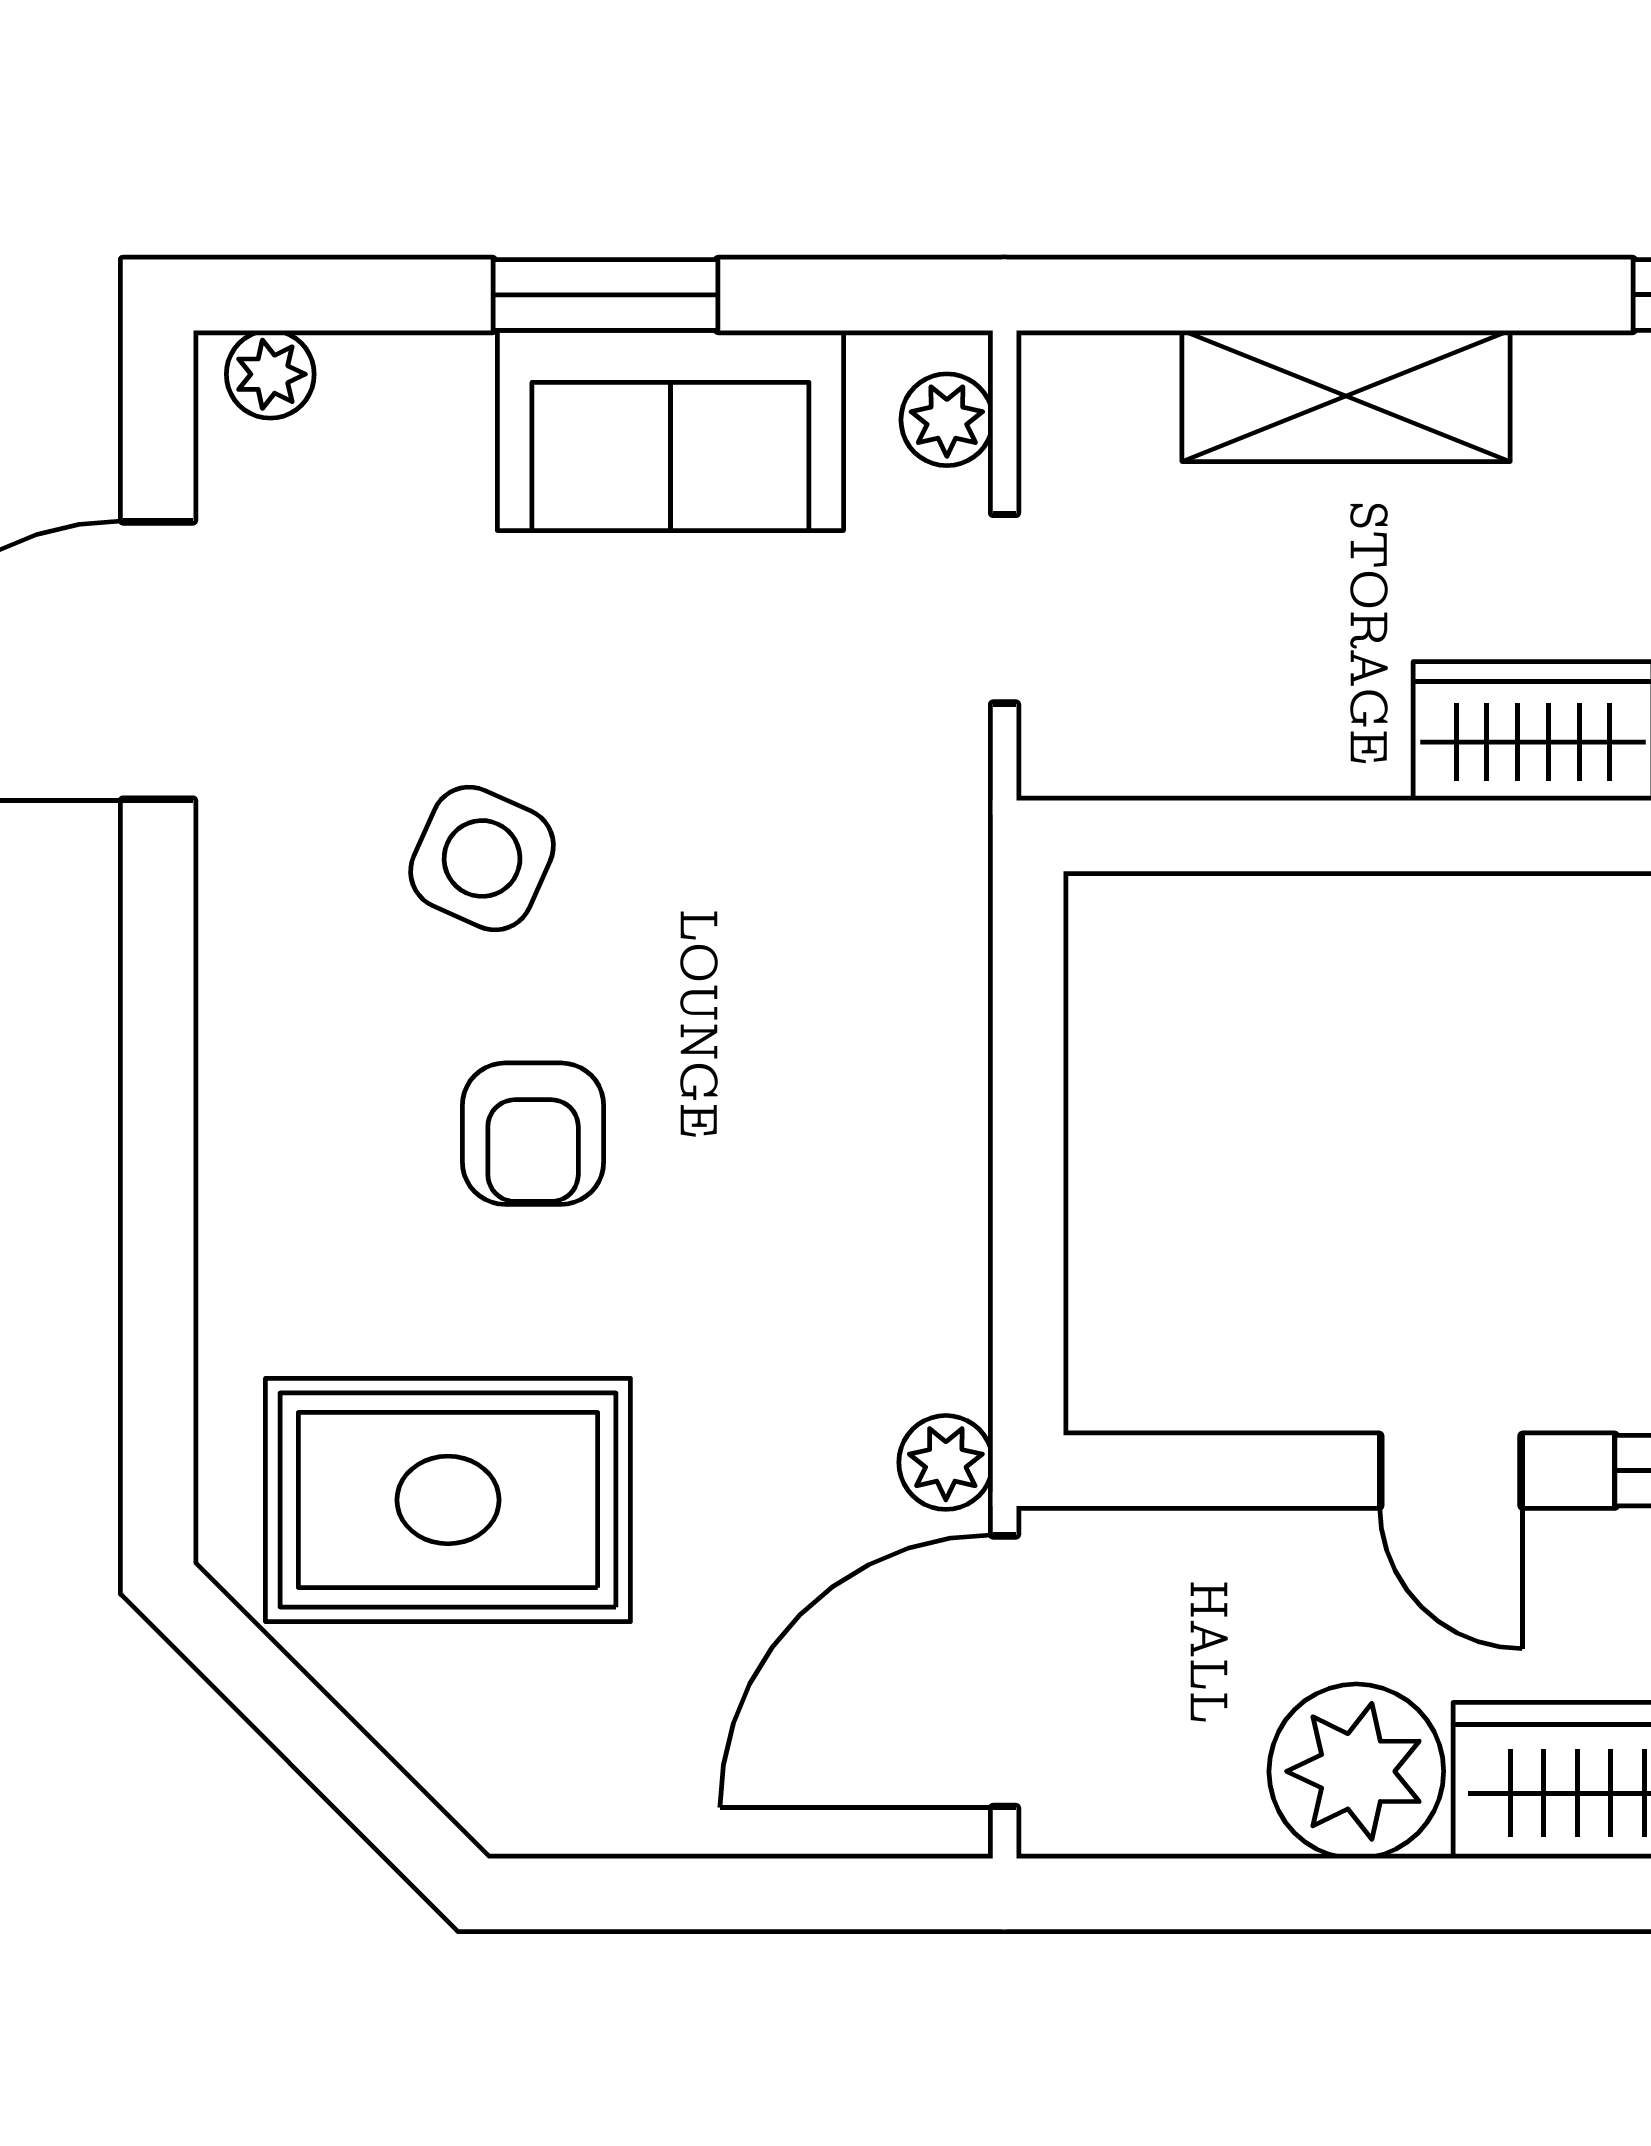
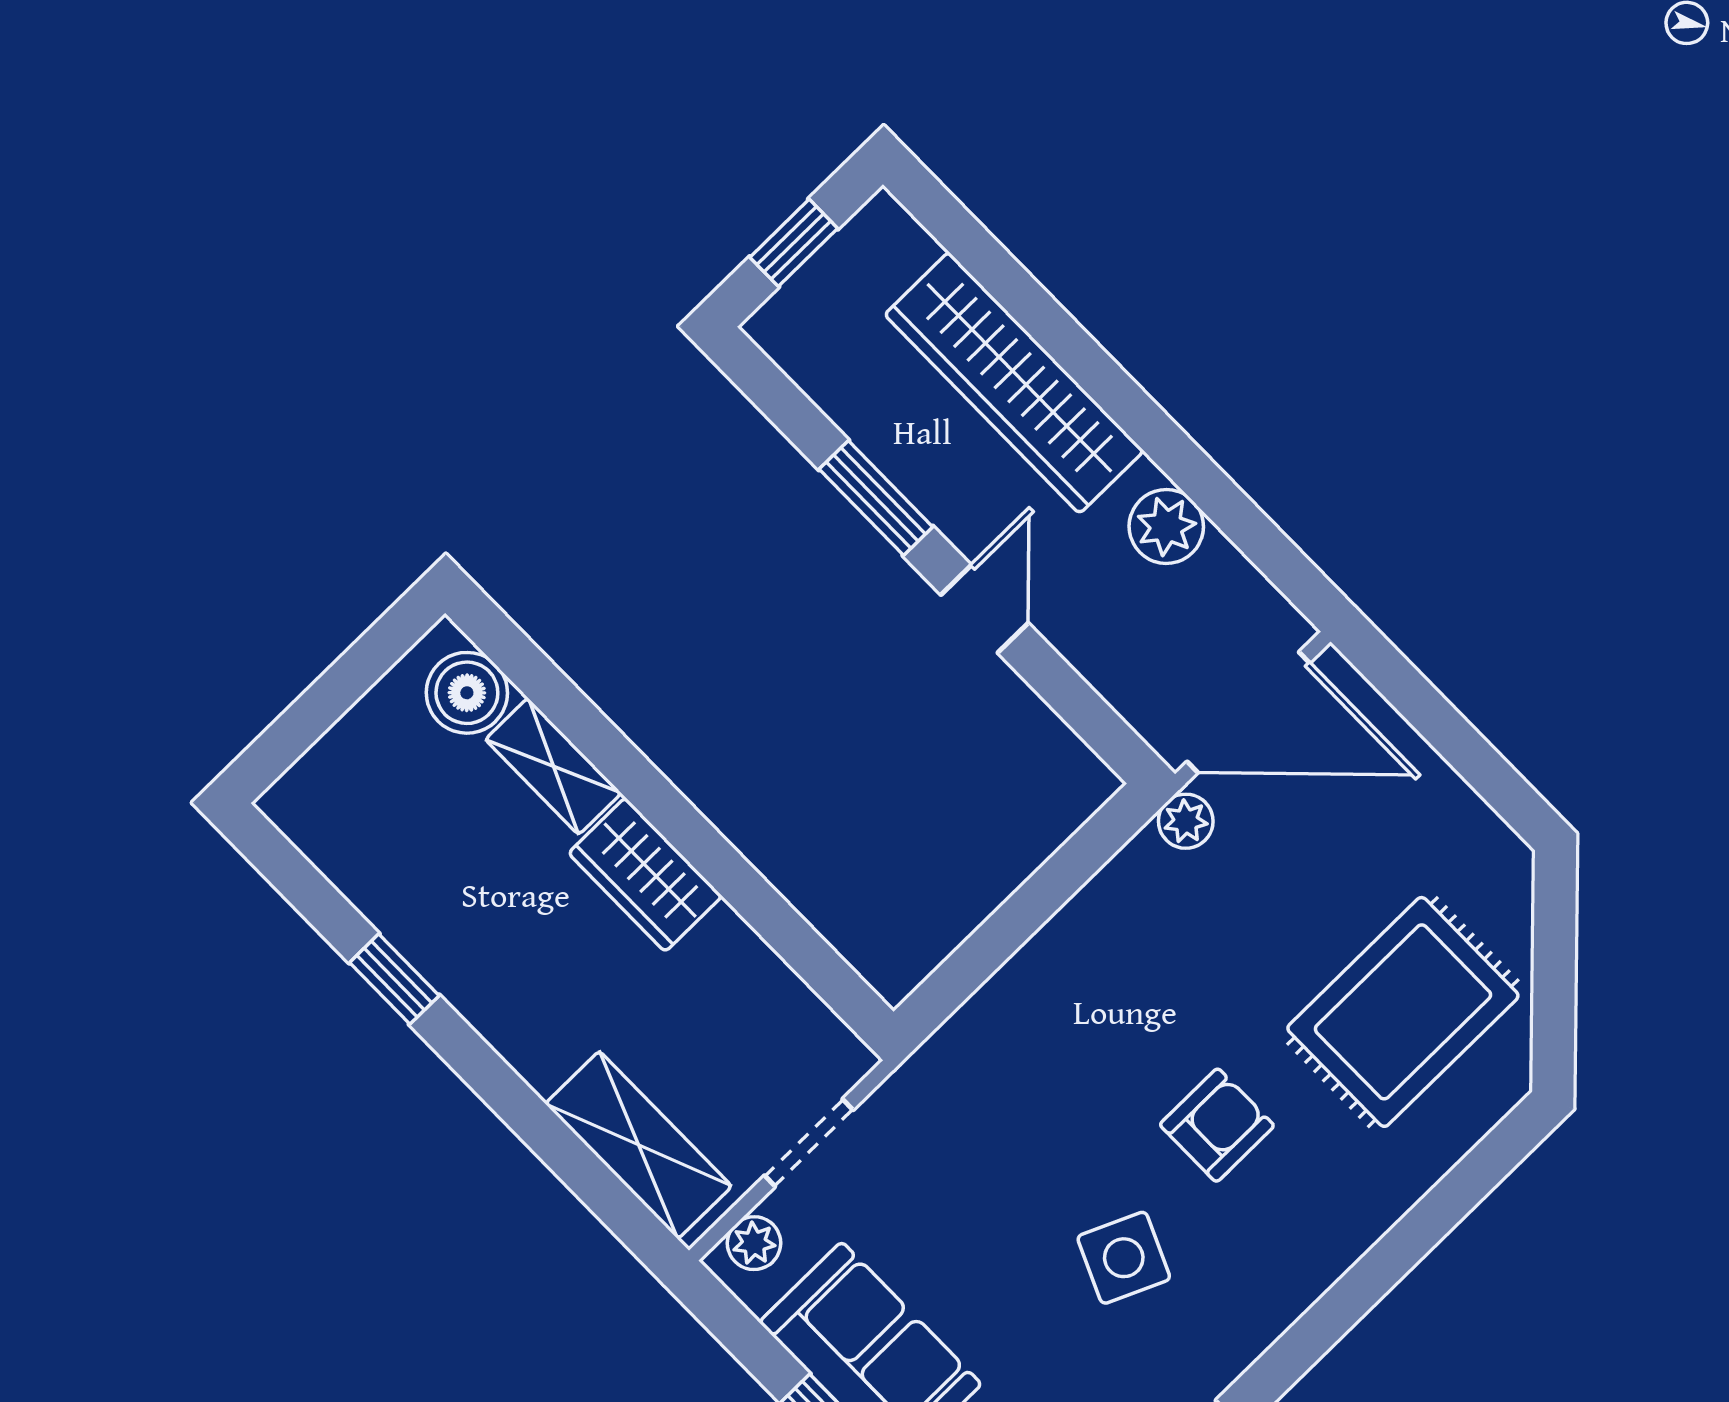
shelving: (1346, 396) -> (639, 1145), moved
rug: (448, 1500) -> (1403, 1012), turned 90
plant: (1356, 1771) -> (1166, 526), width x0.73, depth x0.73

